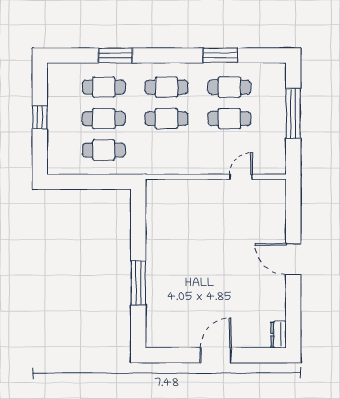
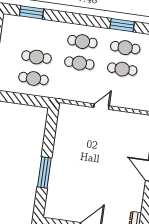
window: (115, 55) -> (32, 12), moved
cafe table: (104, 87) -> (40, 36), removed
door: (241, 177) -> (101, 107), moved

